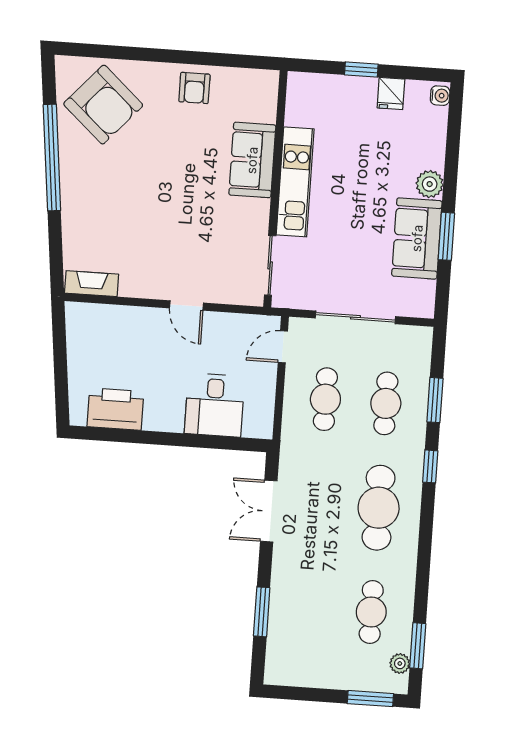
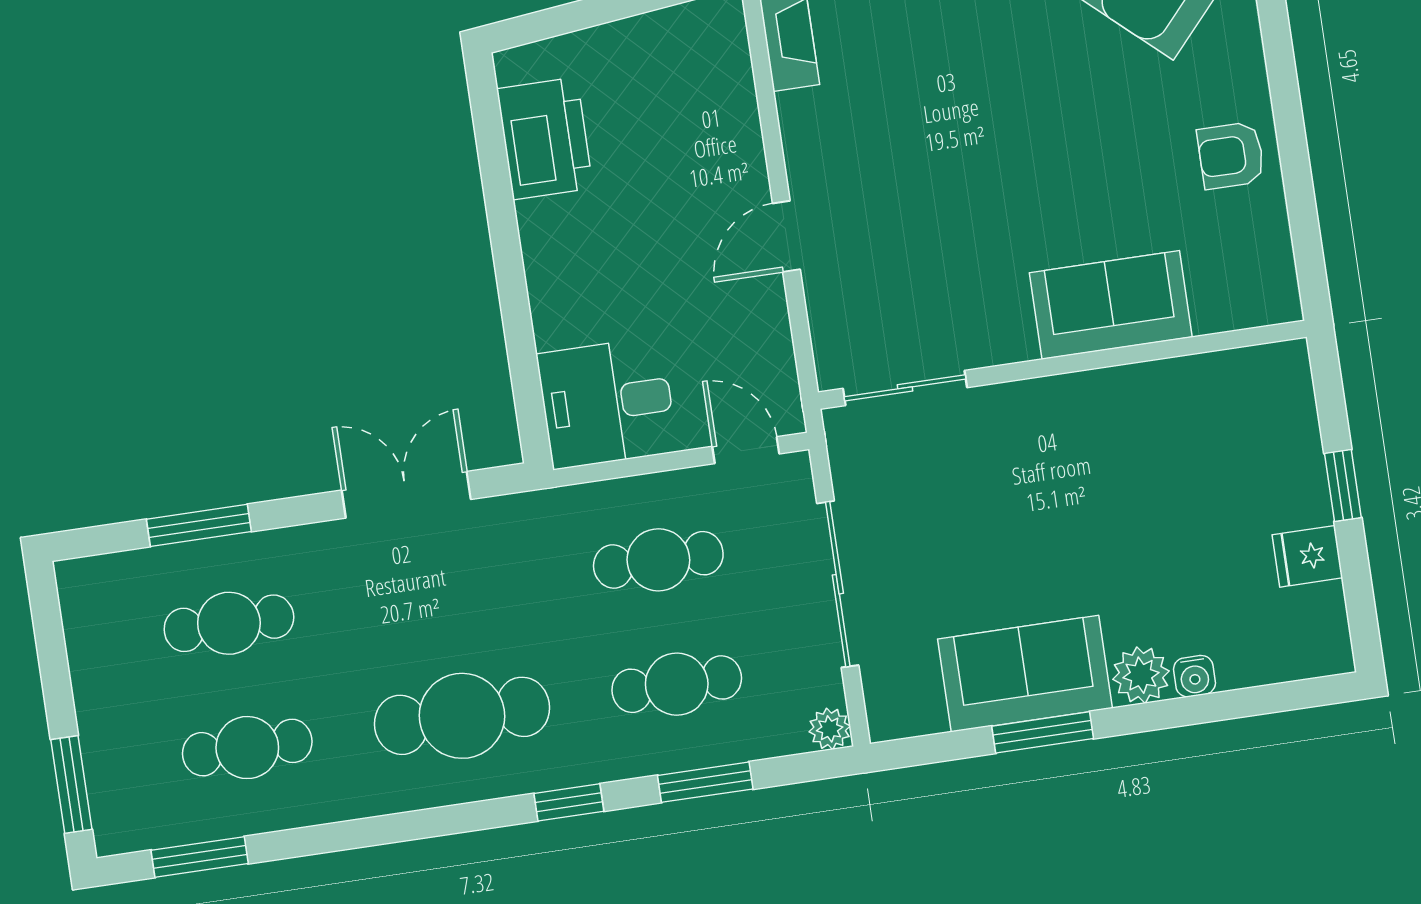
water cooler: (440, 96) -> (1194, 676), moved
kitchen unit: (295, 182) -> (1086, 402), removed
desk: (214, 405) -> (607, 403), moved
cafe table: (311, 608) -> (229, 623), added
plant: (400, 663) -> (830, 729), moved

